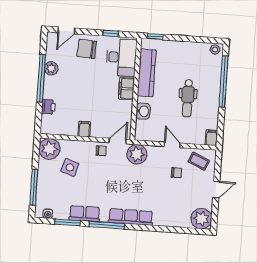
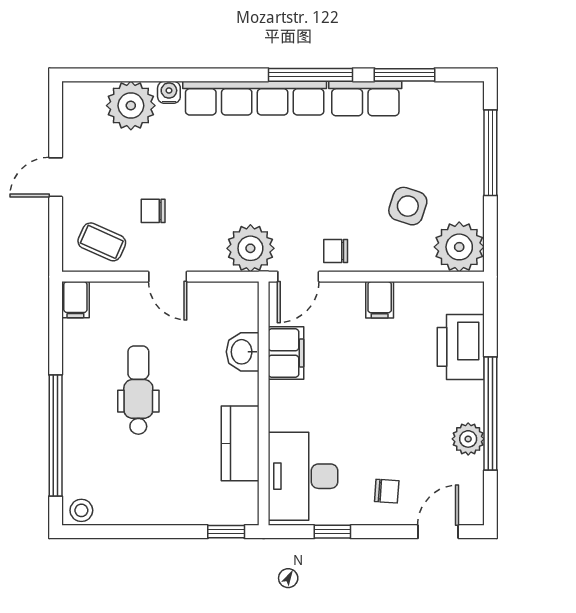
chair: (87, 49) -> (387, 491), width x0.54, depth x0.54
kitchen counter: (147, 73) -> (240, 443), width x0.67
filing cabinet: (126, 89) -> (286, 353), moved
printer: (49, 107) -> (461, 347), width x1.87, depth x1.48
water cooler: (48, 214) -> (169, 92), moved
row of seats: (131, 217) -> (255, 98), width x1.36
plant: (201, 219) -> (131, 106), moved

